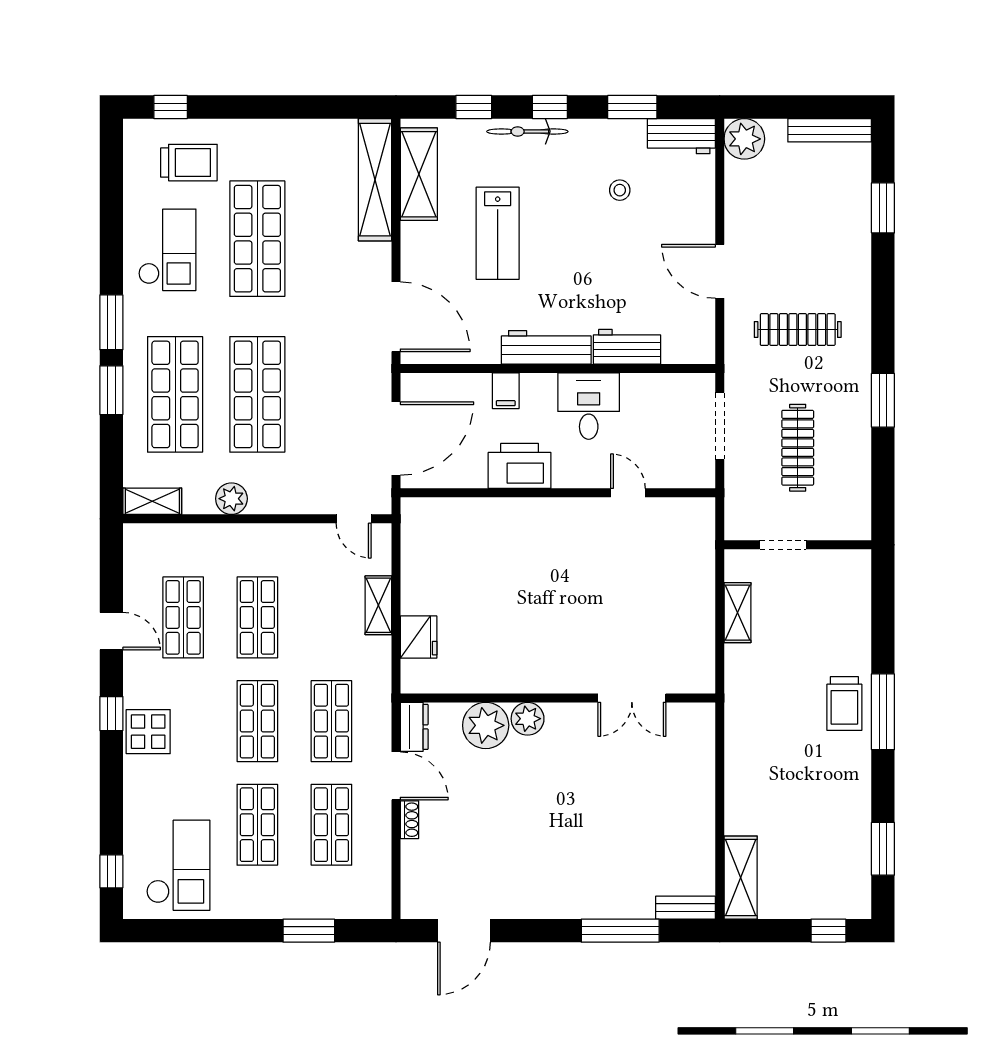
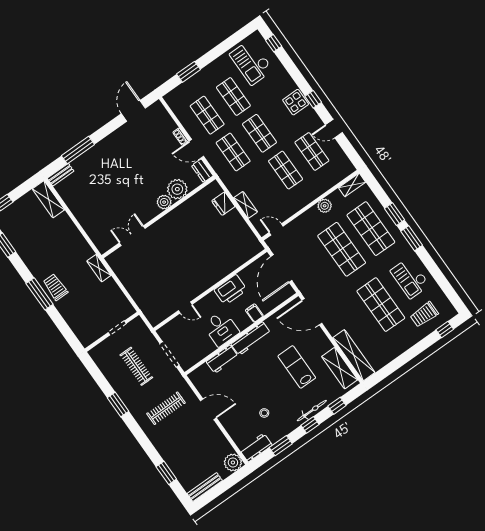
shelving: (737, 613) -> (99, 268), moved

